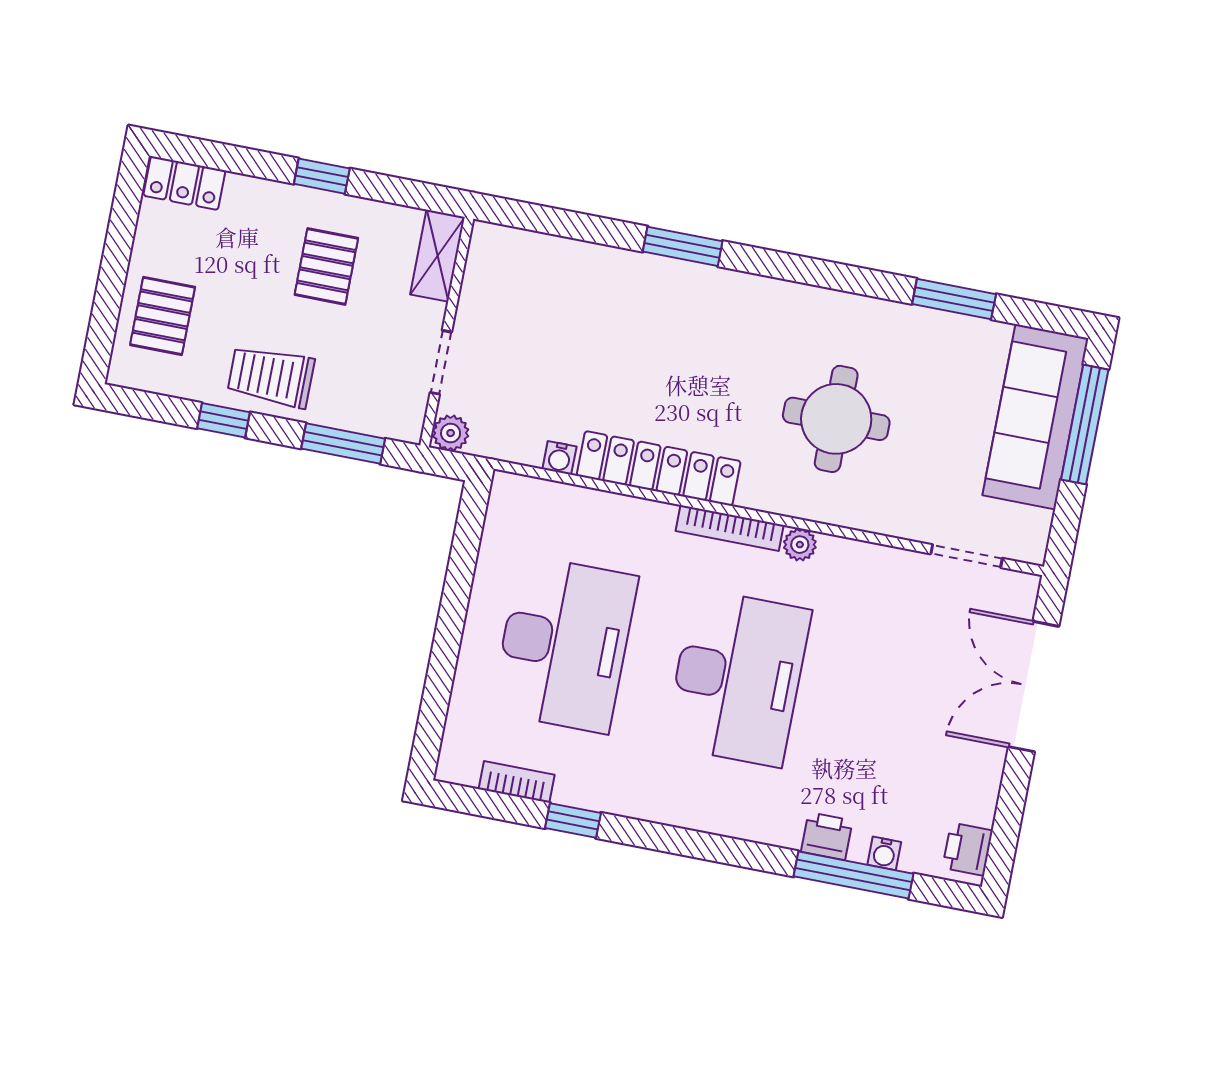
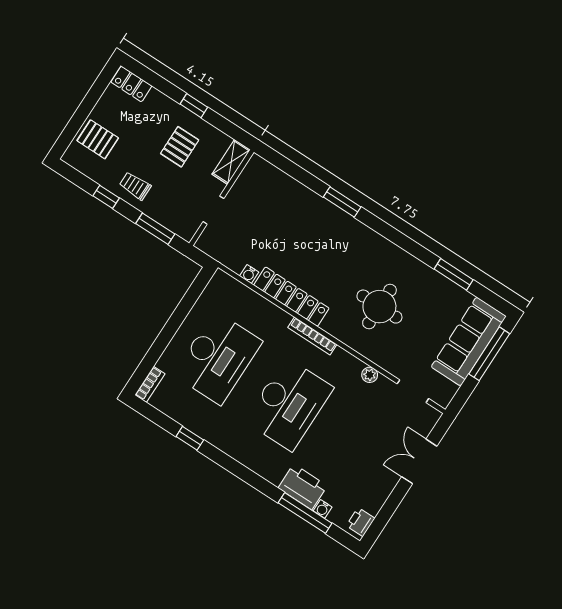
pallet: (163, 316) -> (98, 139), turned 90
trolley: (271, 377) -> (135, 186), width x0.73, depth x0.72
plant: (451, 433) -> (205, 243), removed
plant: (800, 545) -> (370, 375), moved
double door: (1034, 687) -> (419, 461), width x0.73
bookcase: (517, 782) -> (150, 384), moved, turned 90
printer: (827, 836) -> (303, 487), width x1.87, depth x1.48

